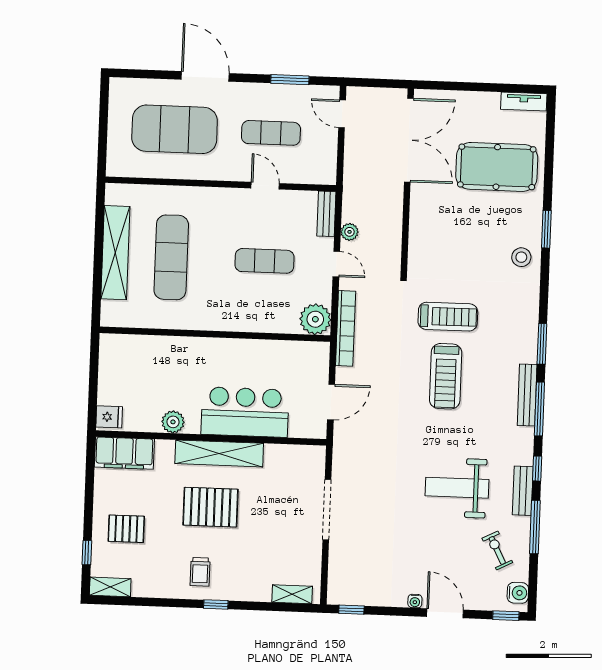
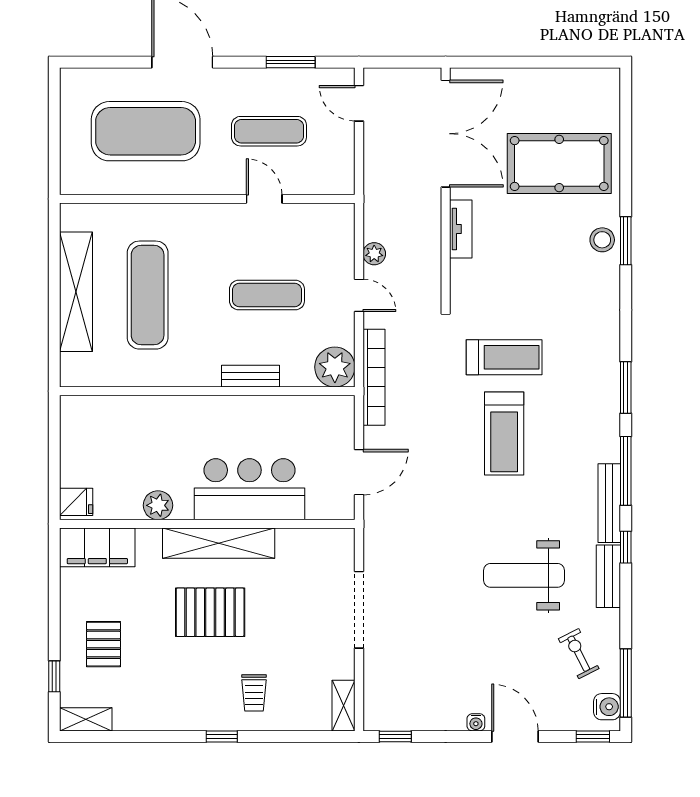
tv unit: (524, 102) -> (461, 229), moved, turned -90
bench: (326, 214) -> (251, 376), moved, turned 90
stool: (521, 257) -> (602, 240), moved
bench: (527, 395) -> (609, 503), moved
window: (535, 527) -> (626, 683), moved
pallet: (126, 529) -> (103, 644), turned 90
trolley: (200, 572) -> (254, 693), moved
shelving: (292, 594) -> (343, 706), moved, turned 90

